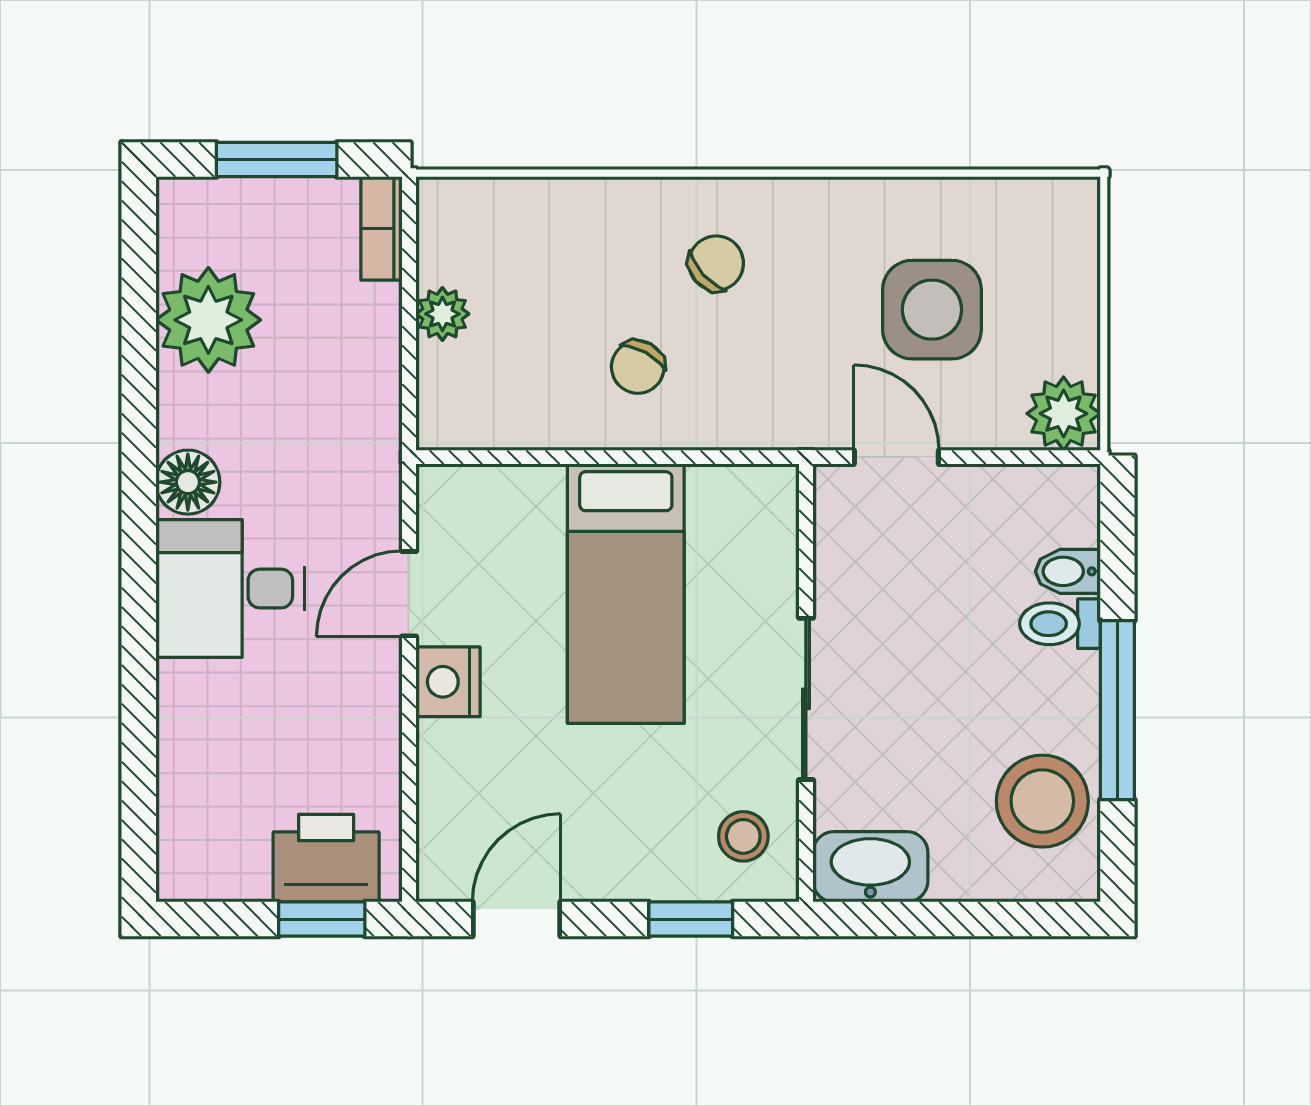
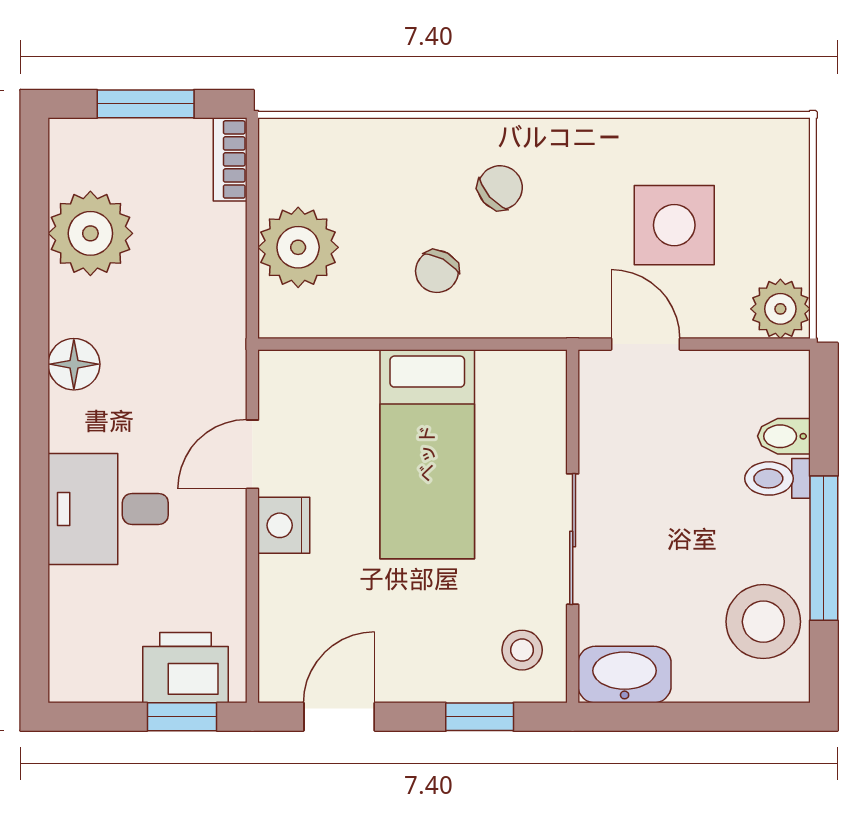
plant: (442, 314) -> (298, 247), width x1.88, depth x1.88
desk: (230, 589) -> (108, 509), moved

